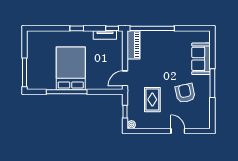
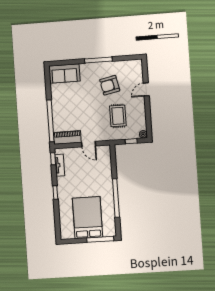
sofa: (201, 59) -> (64, 73), moved
bed: (71, 68) -> (87, 218), moved, turned 90
door: (125, 78) -> (89, 144), moved
rug: (152, 100) -> (118, 116), turned 90

